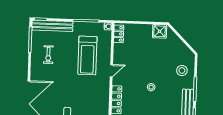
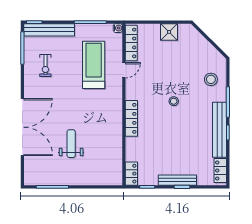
shower: (160, 31) -> (169, 32), moved
locker: (119, 34) -> (131, 43), width x1.53
treadmill: (87, 55) -> (94, 65), turned 180
door: (111, 71) -> (124, 70), moved

